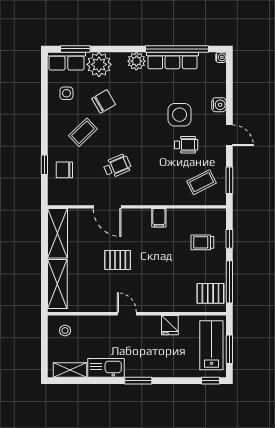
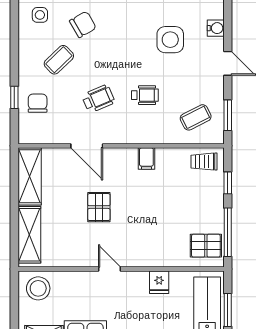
wheelchair: (186, 145) -> (145, 95), moved
chair: (64, 170) -> (38, 103), turned 90
trolley: (202, 242) -> (204, 162), moved
pallet: (118, 260) -> (99, 207), turned 90
stool: (65, 330) -> (38, 288), width x1.89, depth x1.89

